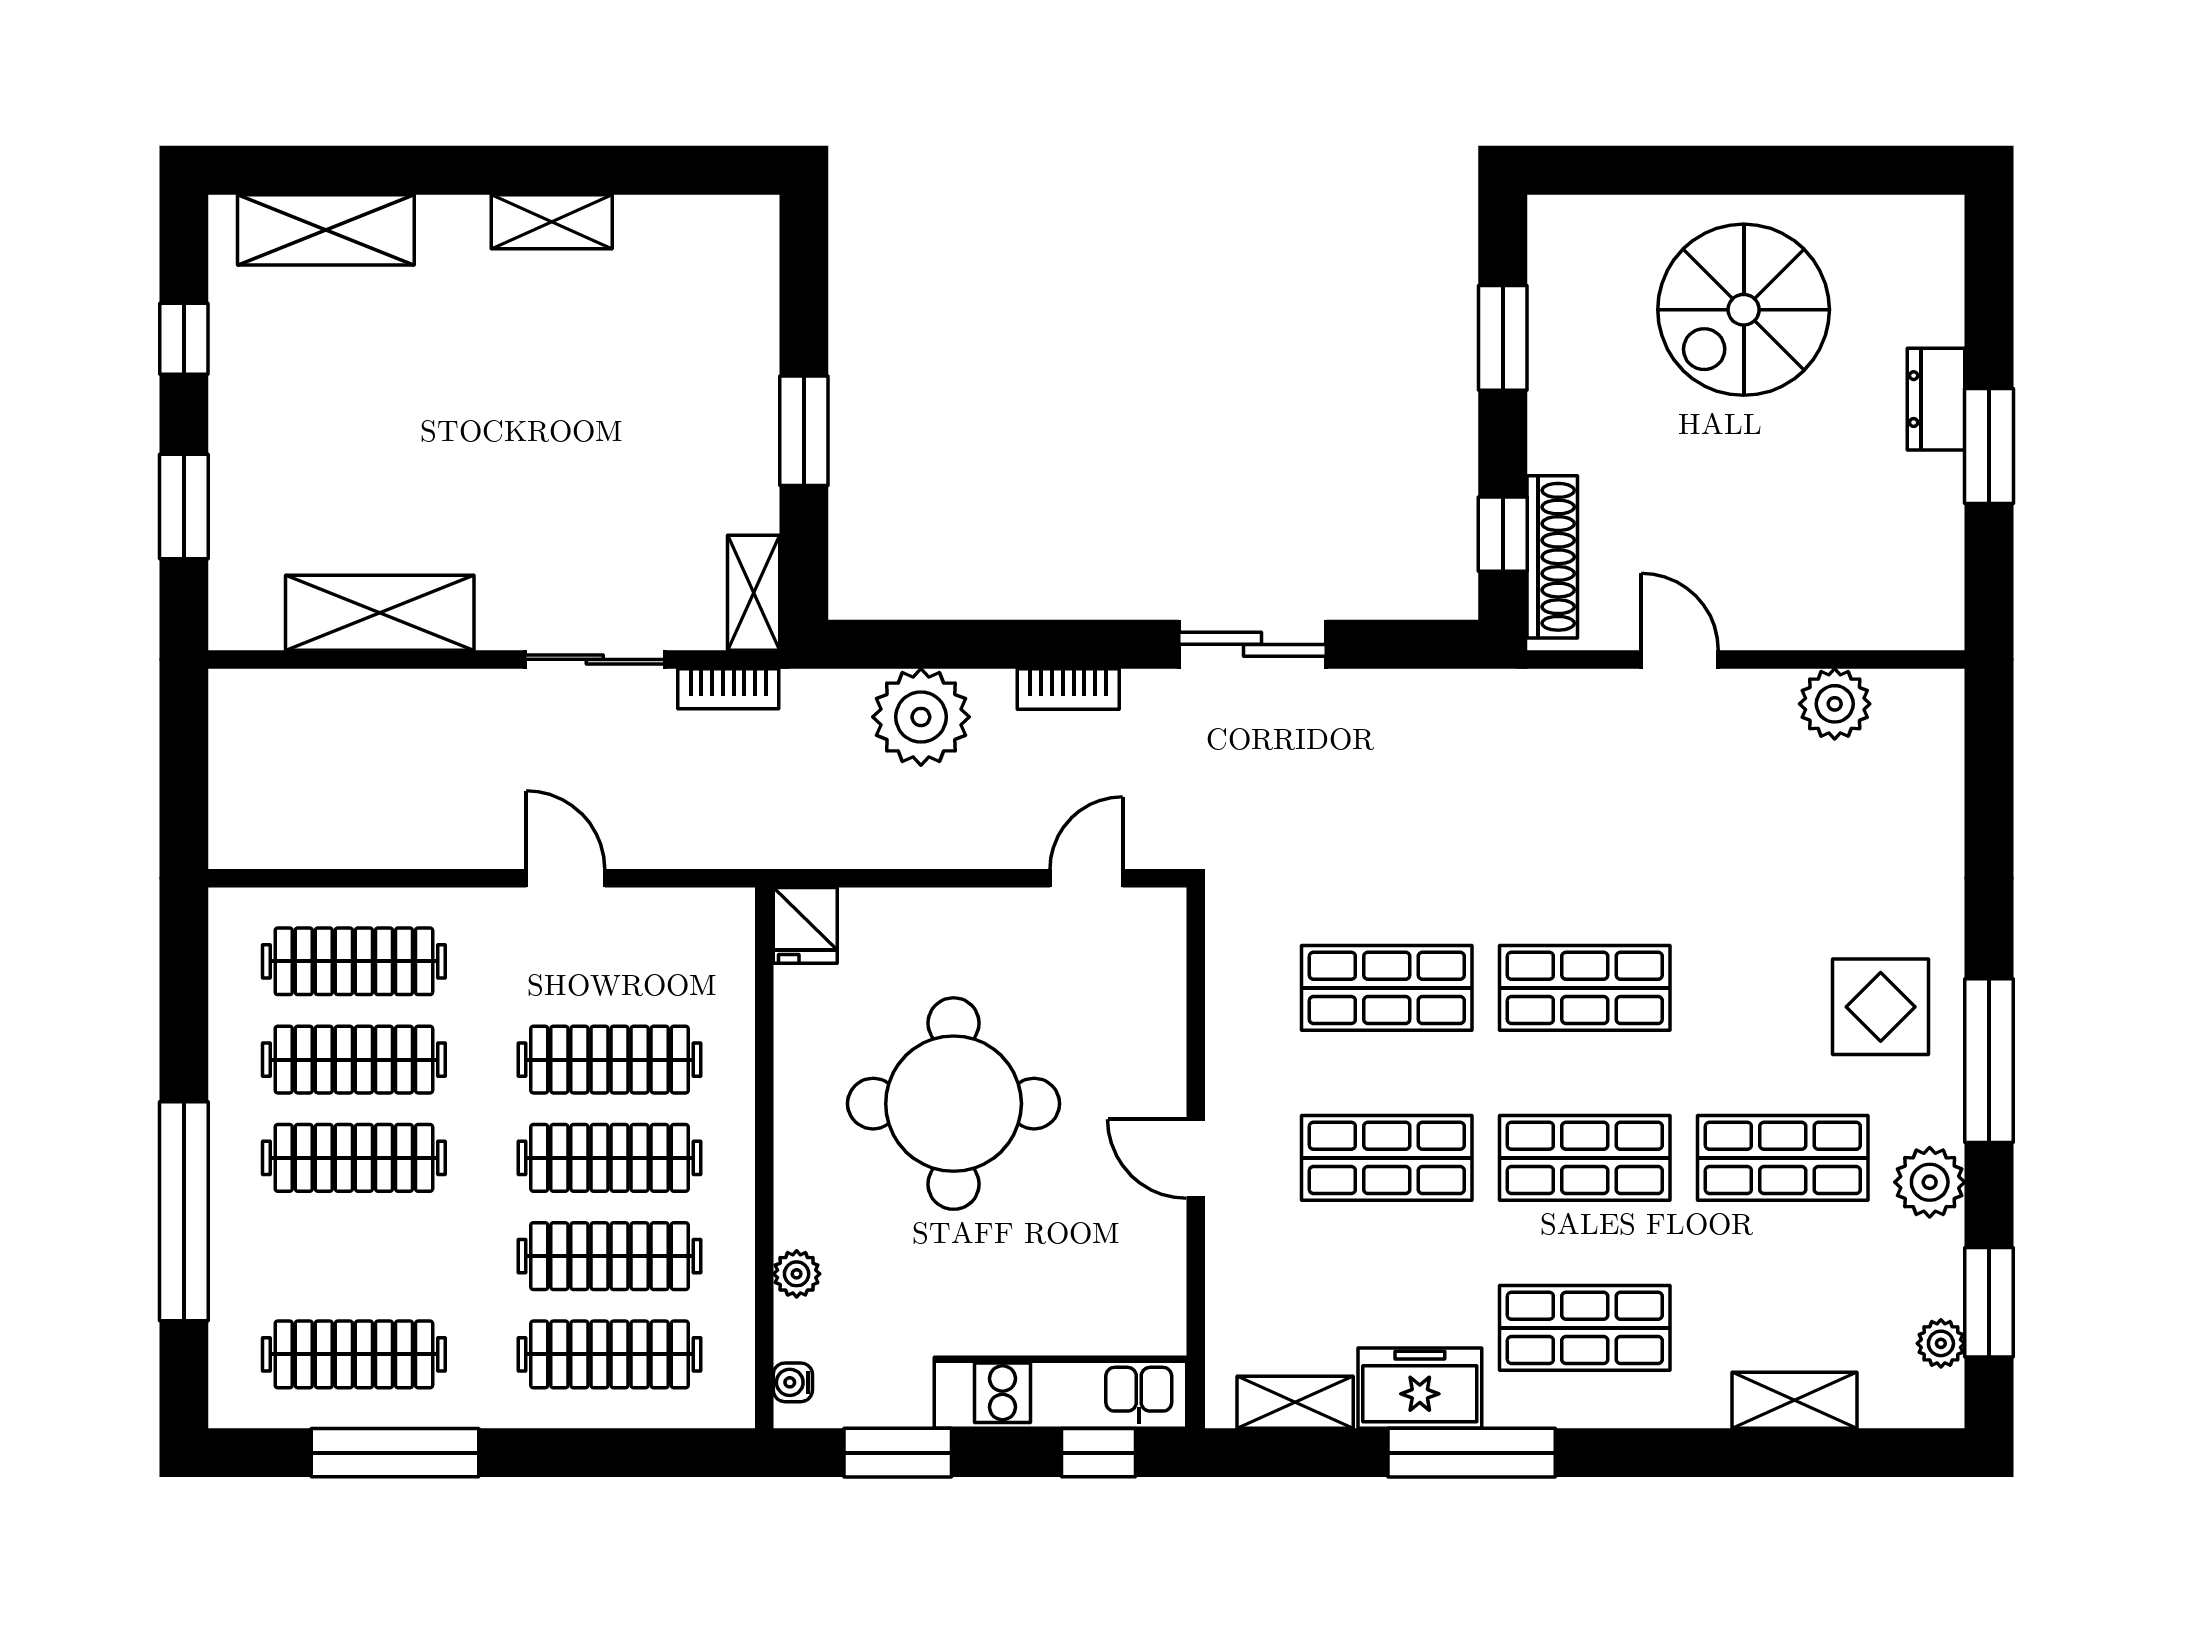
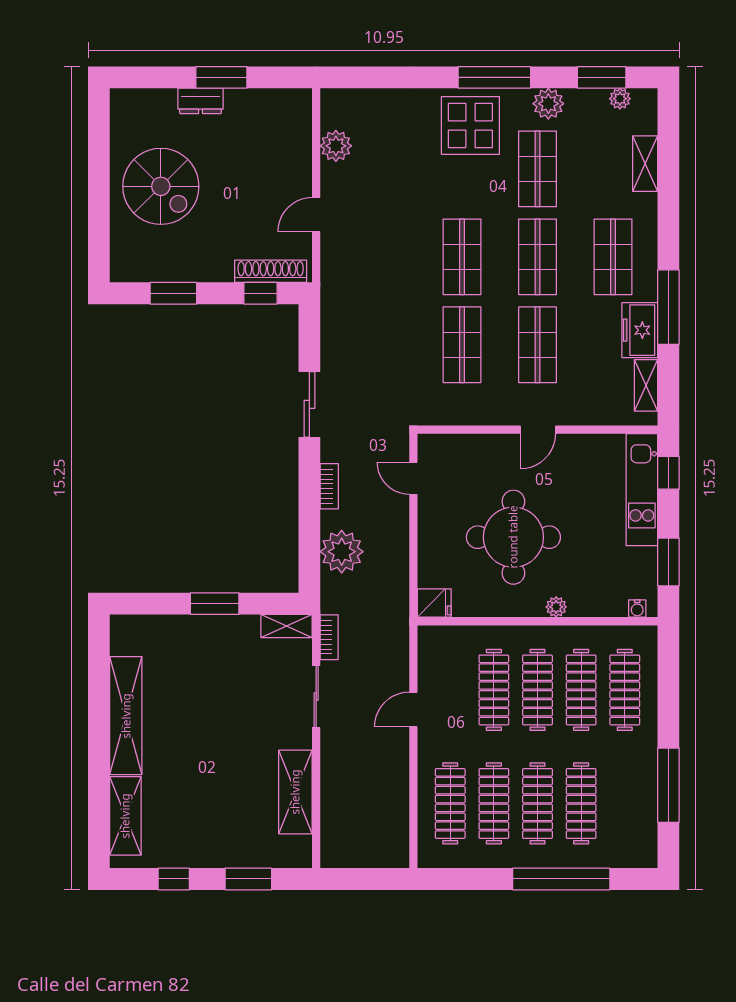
shelving: (552, 222) -> (126, 716), width x2.20, depth x1.33
display table: (1881, 1007) -> (470, 125), width x1.36, depth x1.36
plant: (797, 1274) -> (556, 607), moved
clothes rail: (354, 1354) -> (581, 803), moved

